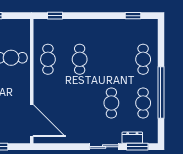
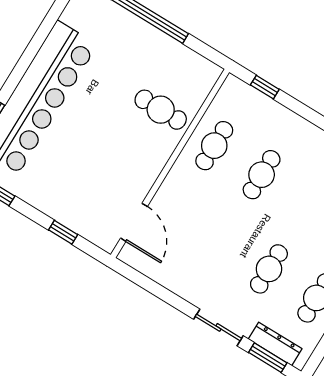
door: (32, 121) -> (134, 222), width x0.73
dresser: (132, 138) -> (275, 344), width x1.44

